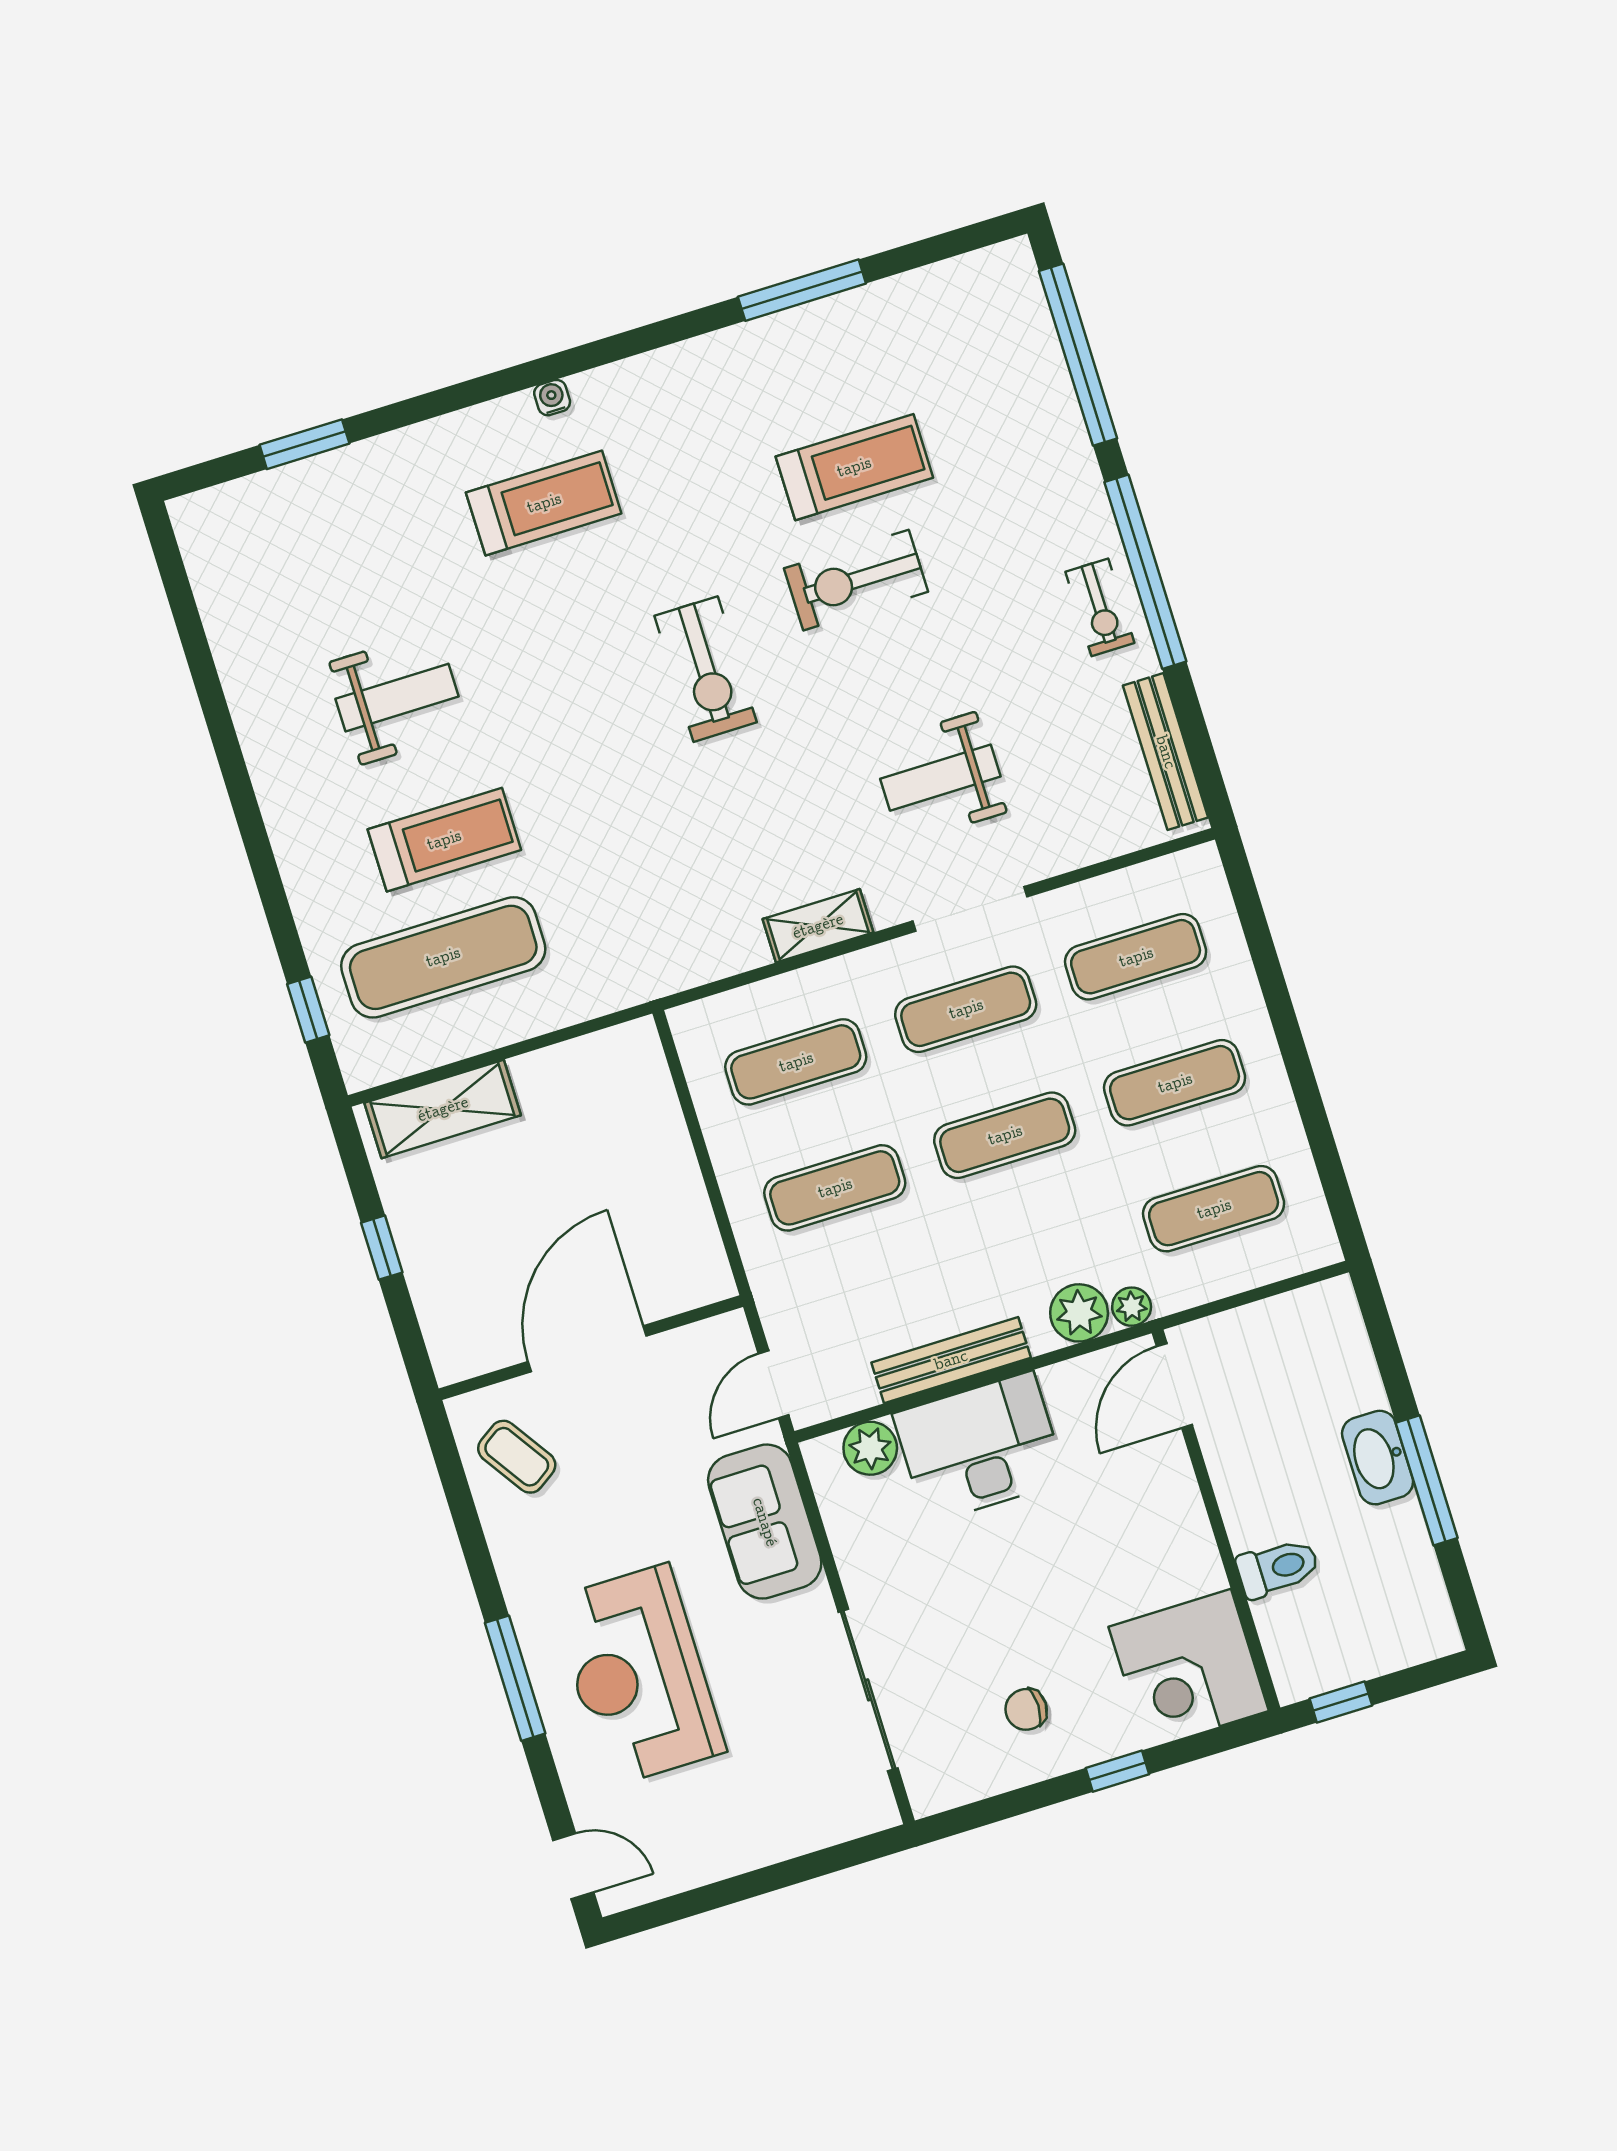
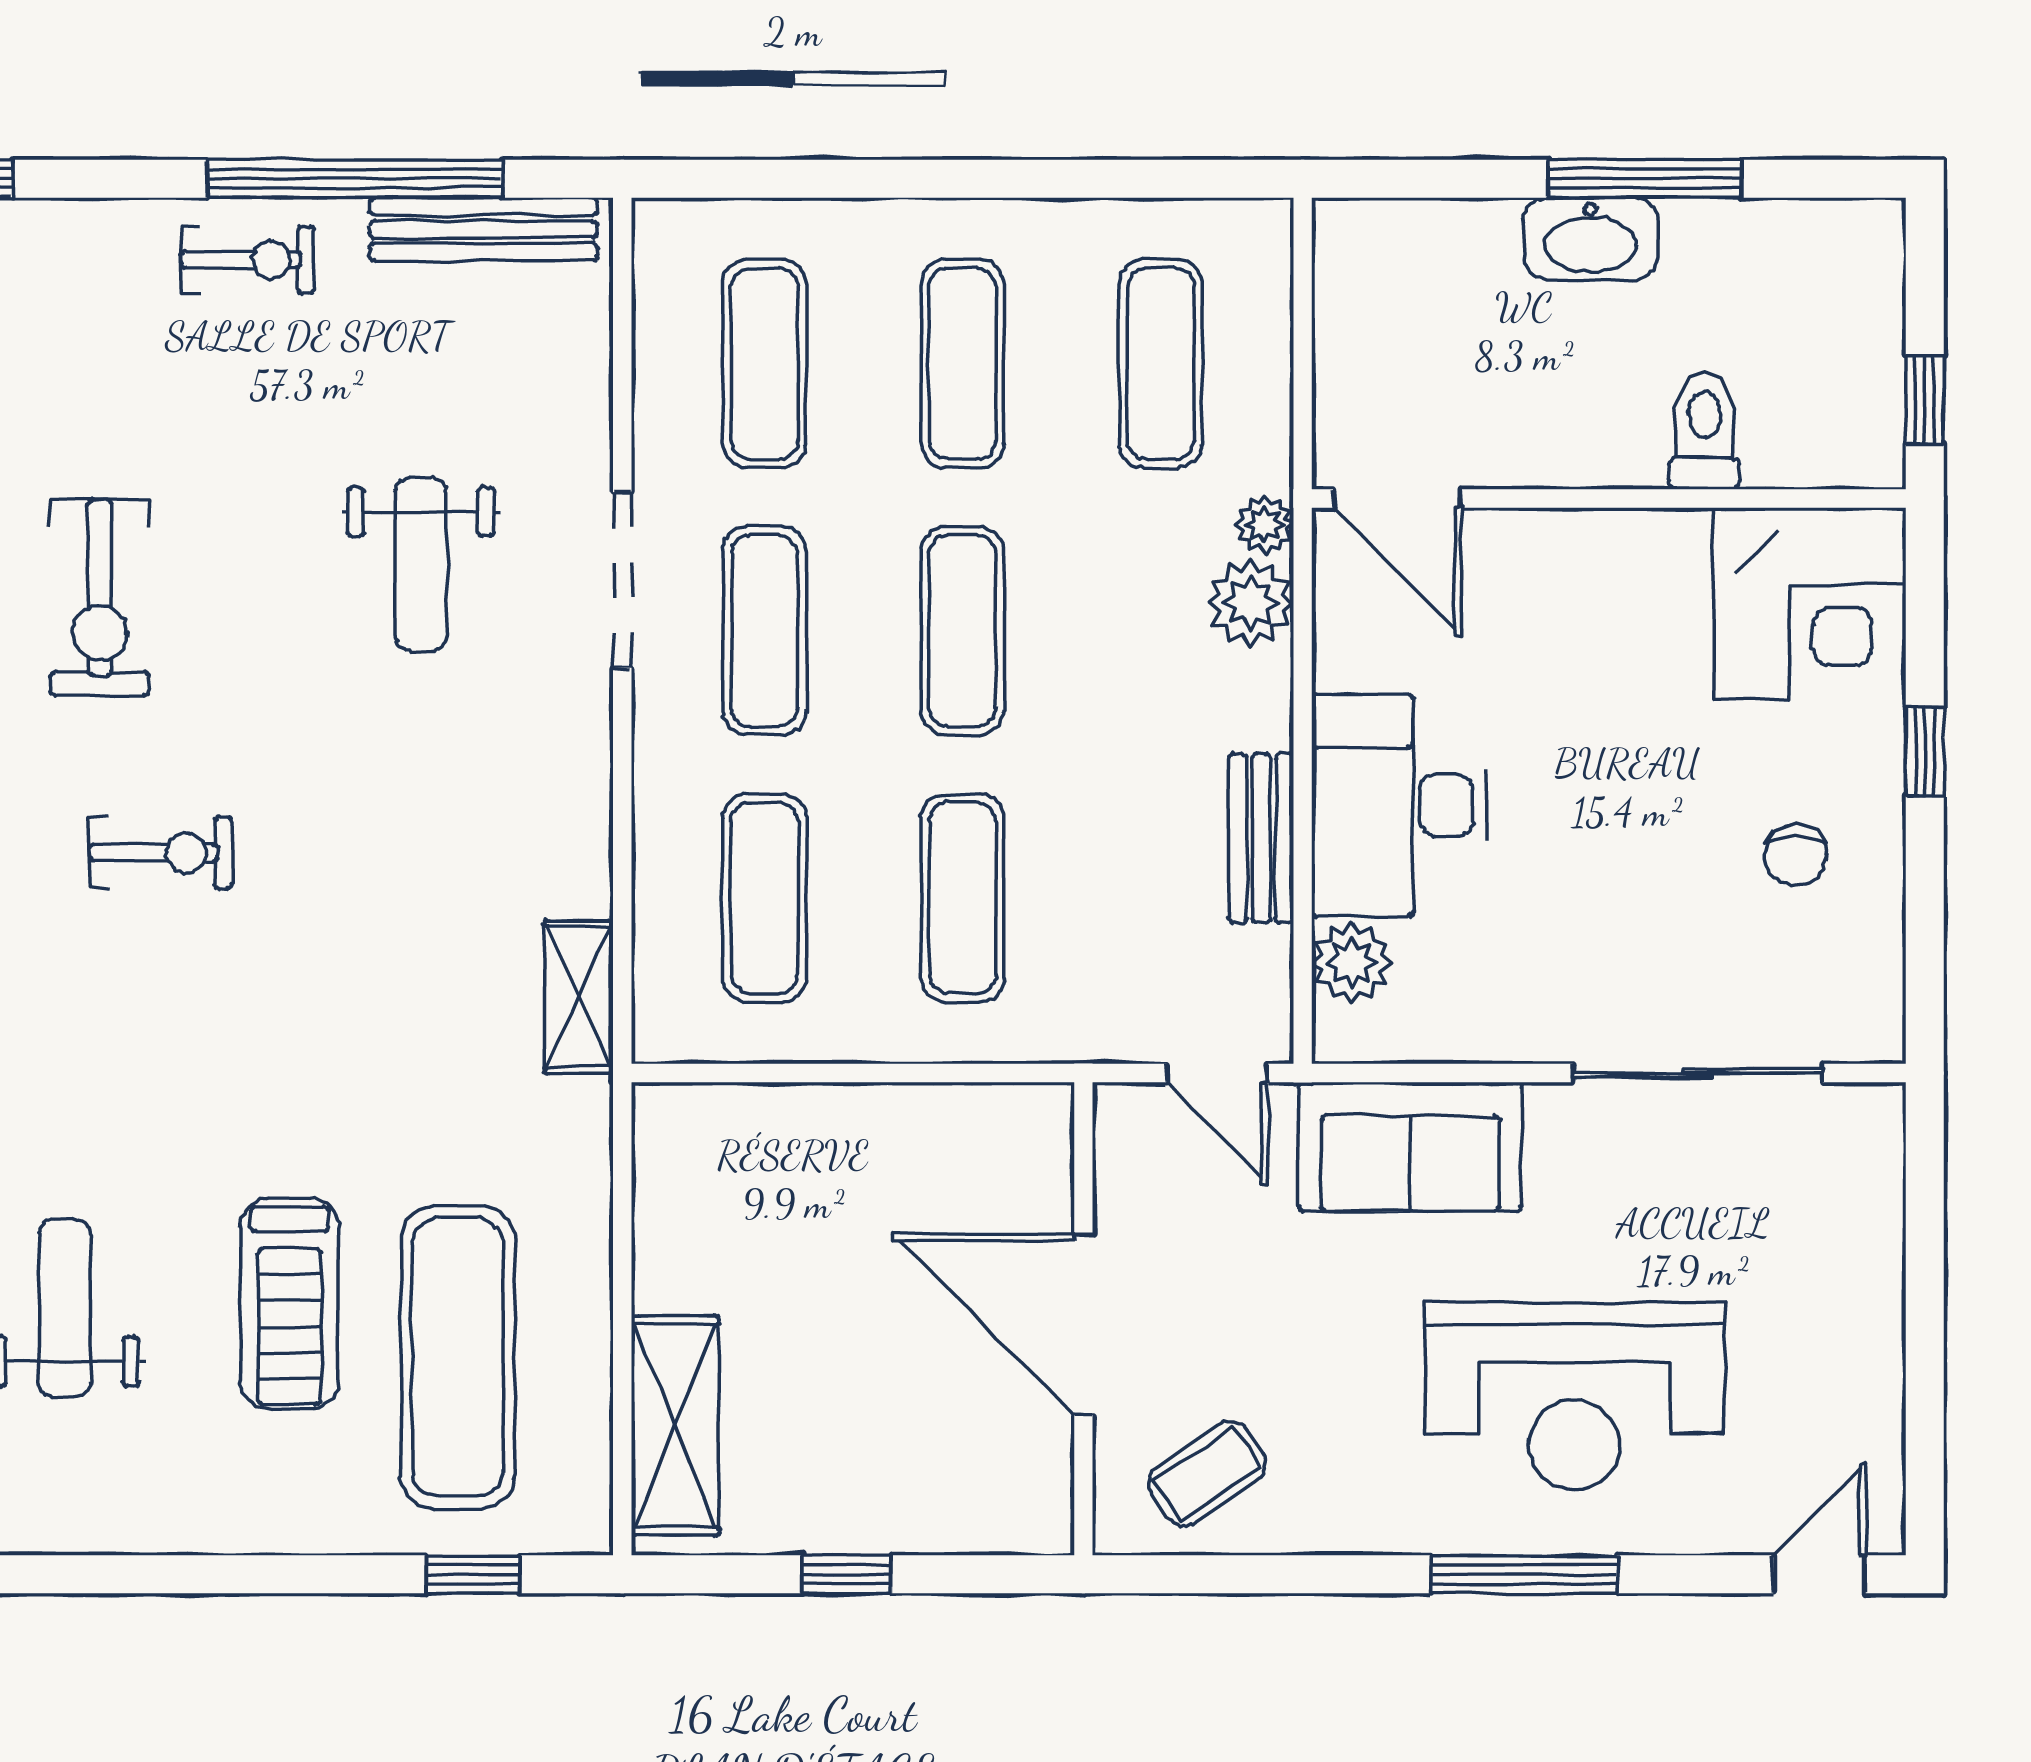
window: (1145, 572) -> (354, 179), moved
exercise bike: (706, 669) -> (161, 853), width x0.73, depth x0.72
treadmill: (444, 840) -> (289, 1303), turned 180
shelving: (818, 926) -> (579, 997), moved
bench: (951, 1360) -> (1261, 838), width x0.73

